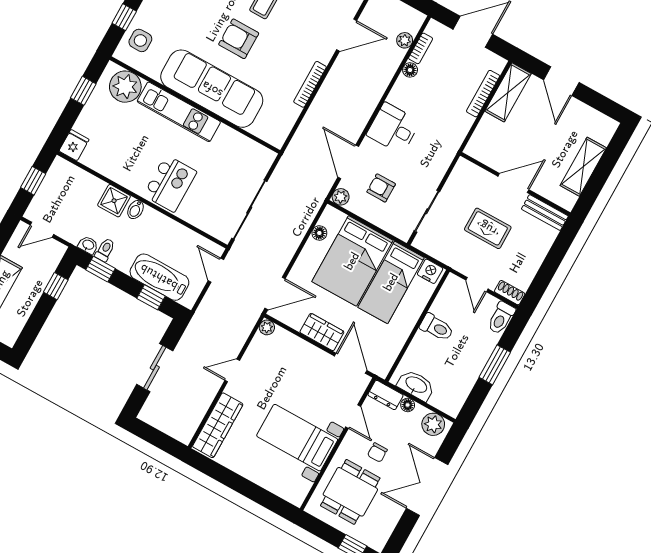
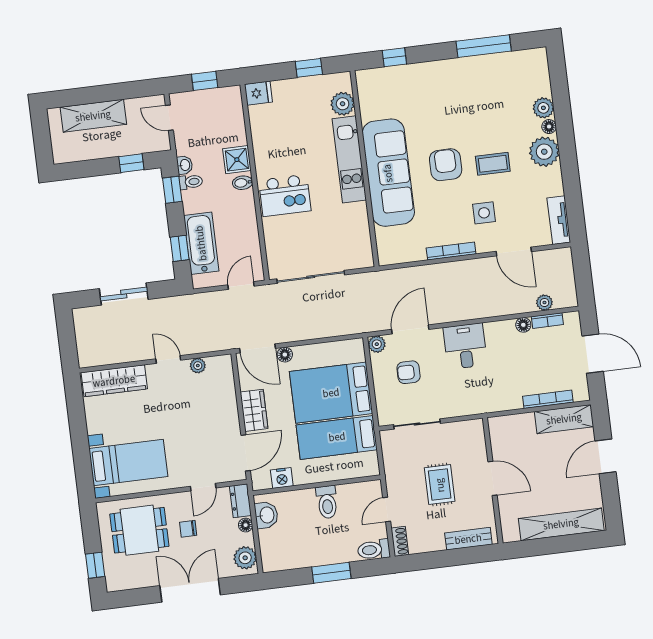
side table: (140, 40) -> (484, 213), moved
plant: (125, 87) -> (343, 104), width x0.73, depth x0.73
shelving: (583, 167) -> (561, 524), width x1.47
armchair: (381, 188) -> (409, 372), turned -90
bench: (545, 213) -> (468, 539), moved, turned 90
floor lamp: (319, 233) -> (285, 355), moved
nightstand: (430, 271) -> (282, 478), moved, turned 90
plant: (267, 327) -> (198, 366), moved
washbasin: (416, 385) -> (266, 515), width x0.72
bed with nightstands: (297, 438) -> (128, 462), moved, turned 90

